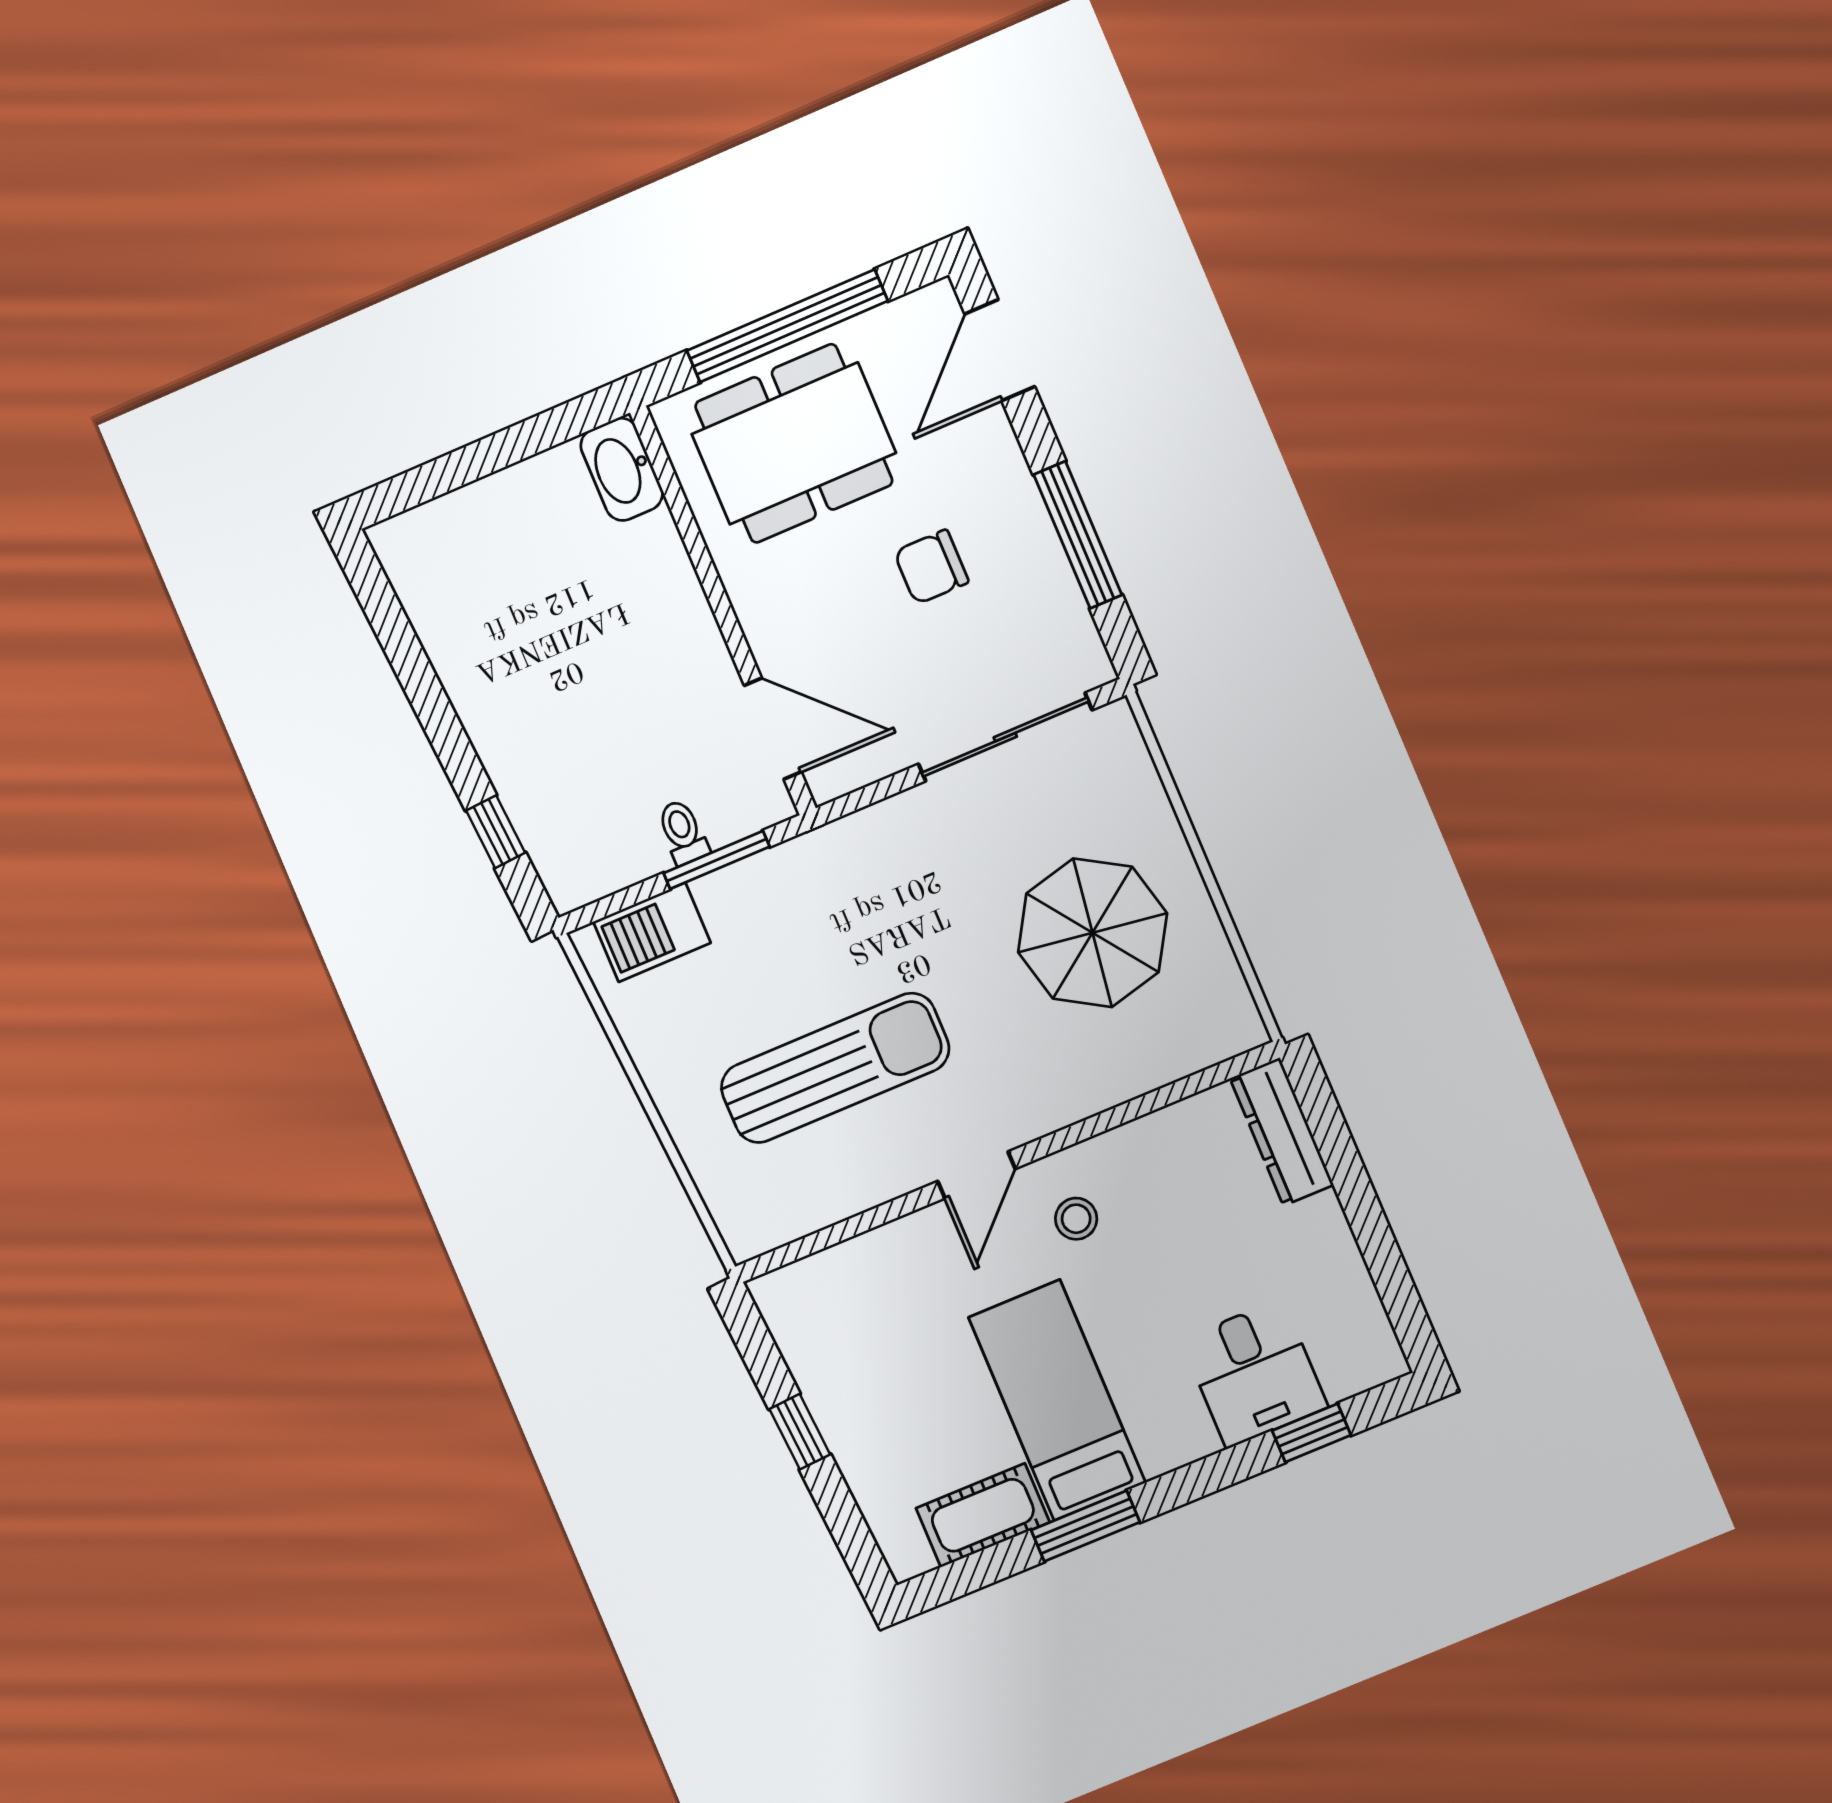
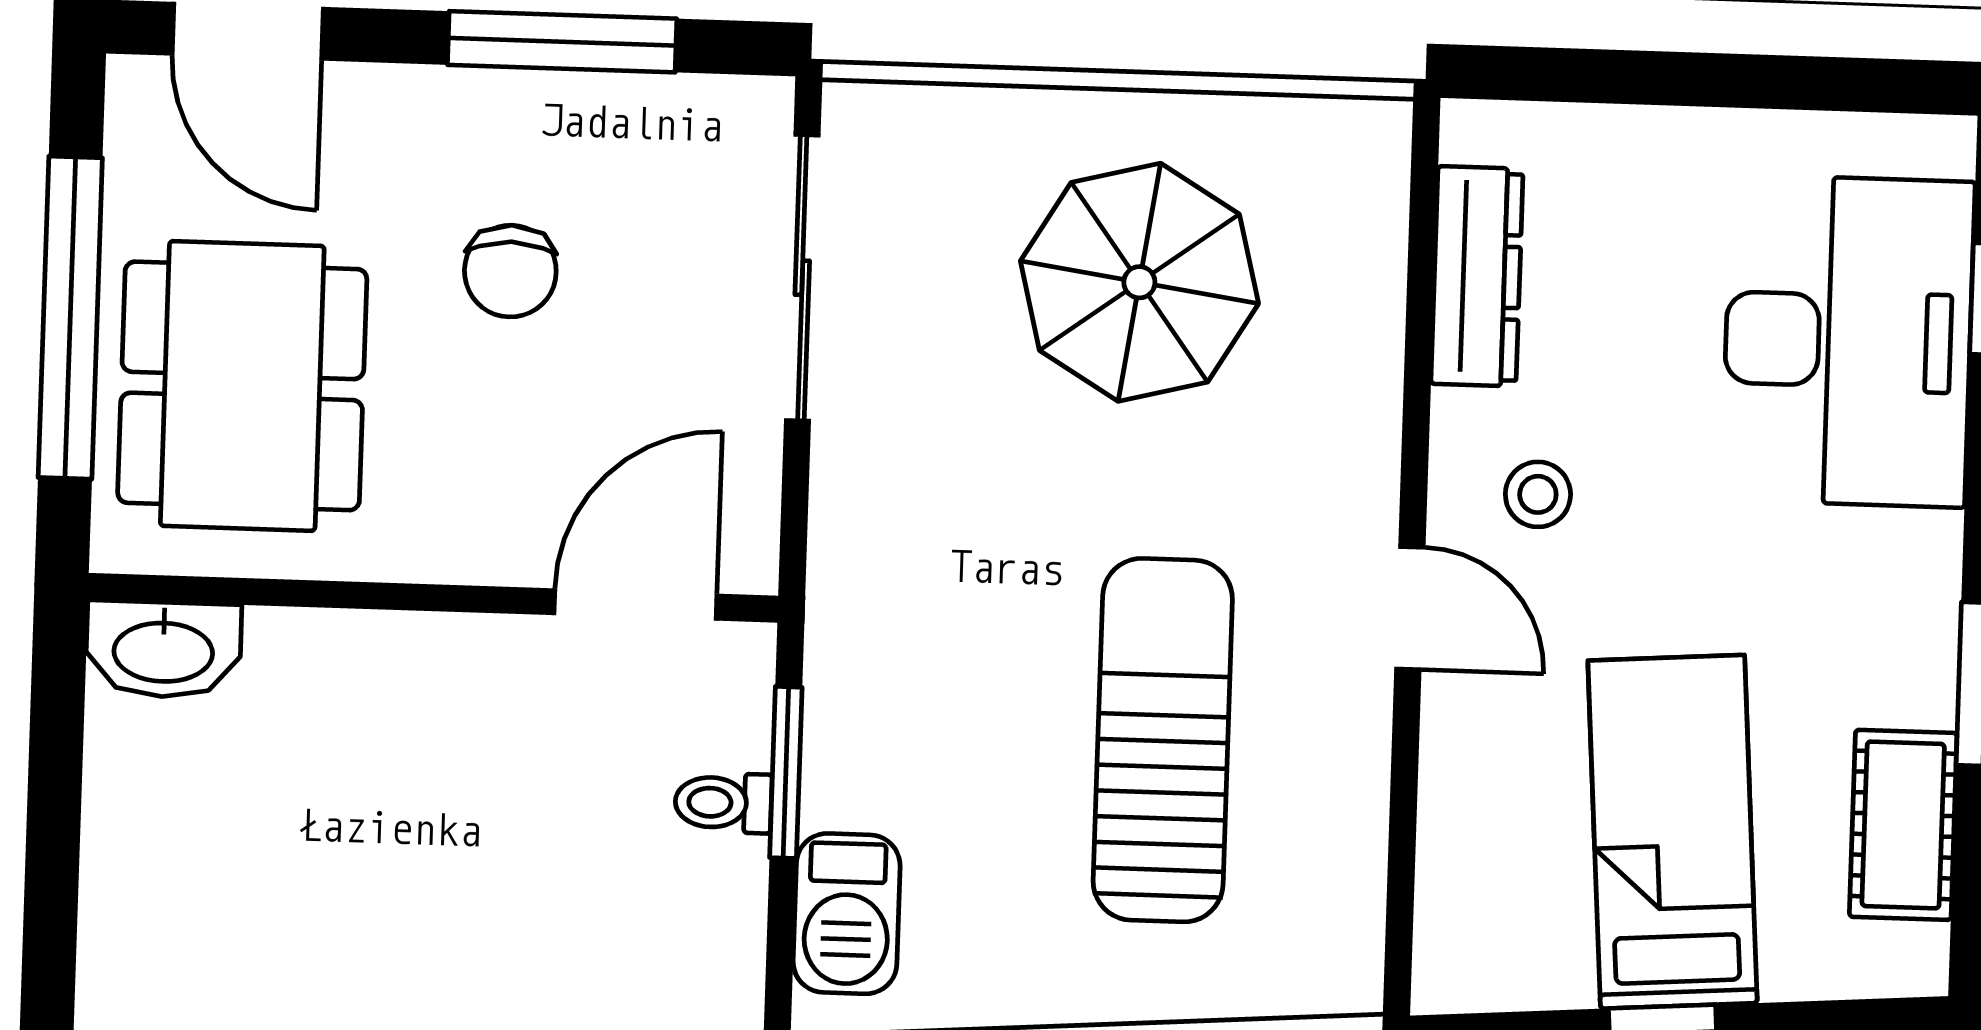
dresser: (1282, 1132) -> (1477, 276), moved, turned -90
desk: (1254, 1373) -> (1848, 341), width x1.87, depth x1.30
bed: (1057, 1400) -> (1673, 832), moved, turned 86

